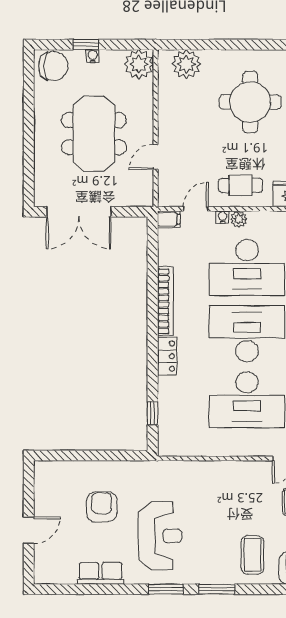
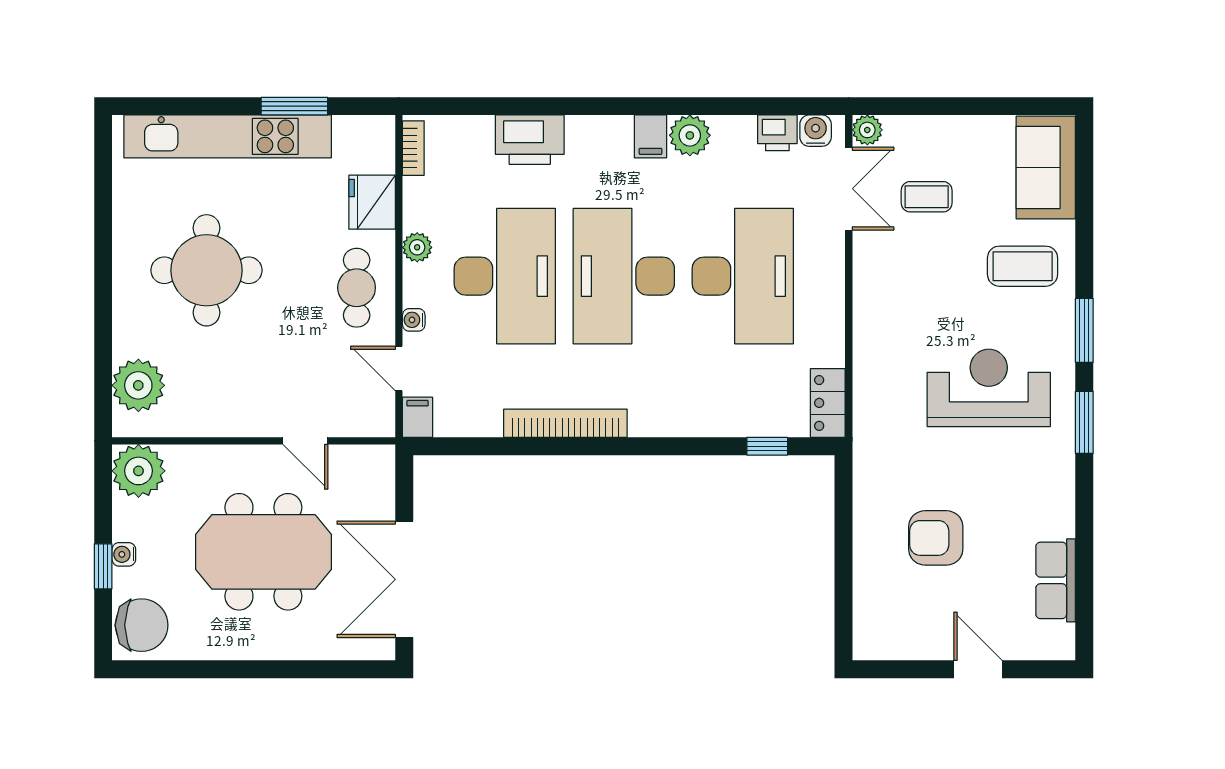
chair: (53, 66) -> (142, 625), turned 90
double door: (79, 212) -> (404, 579), swing flipped
plant: (239, 219) -> (417, 247), moved
locker: (167, 356) -> (828, 403), moved, turned -90
reception desk: (160, 536) -> (989, 388), moved
row of seats: (101, 573) -> (1056, 580), moved

